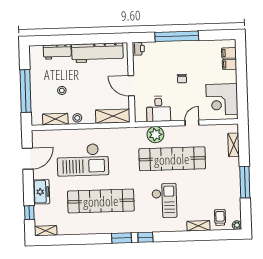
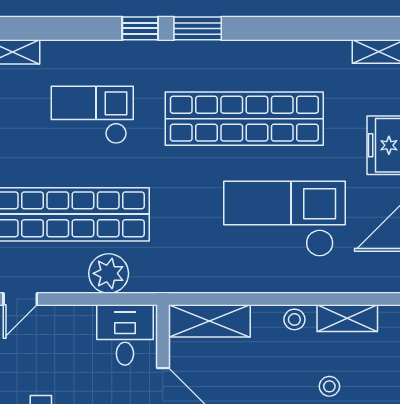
desk: (158, 109) -> (125, 335), moved
checkout: (164, 201) -> (92, 115), turned 90

